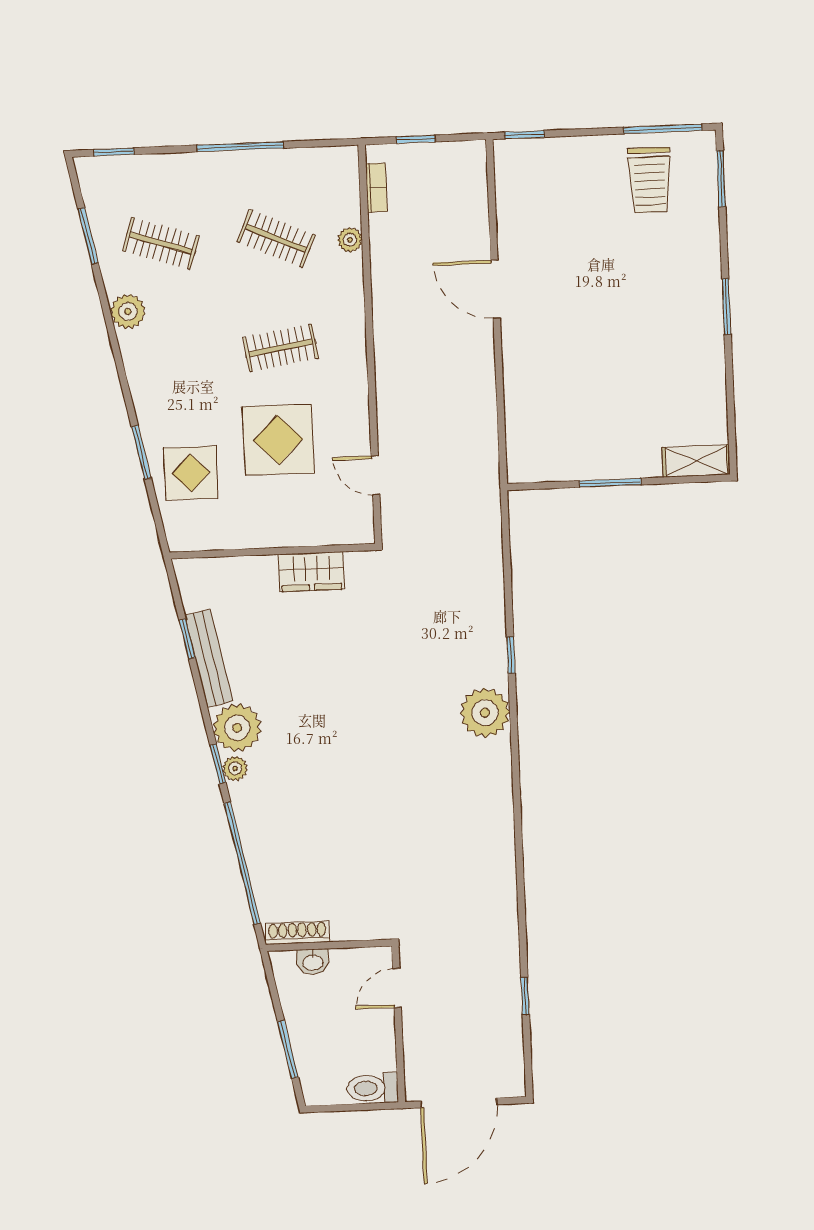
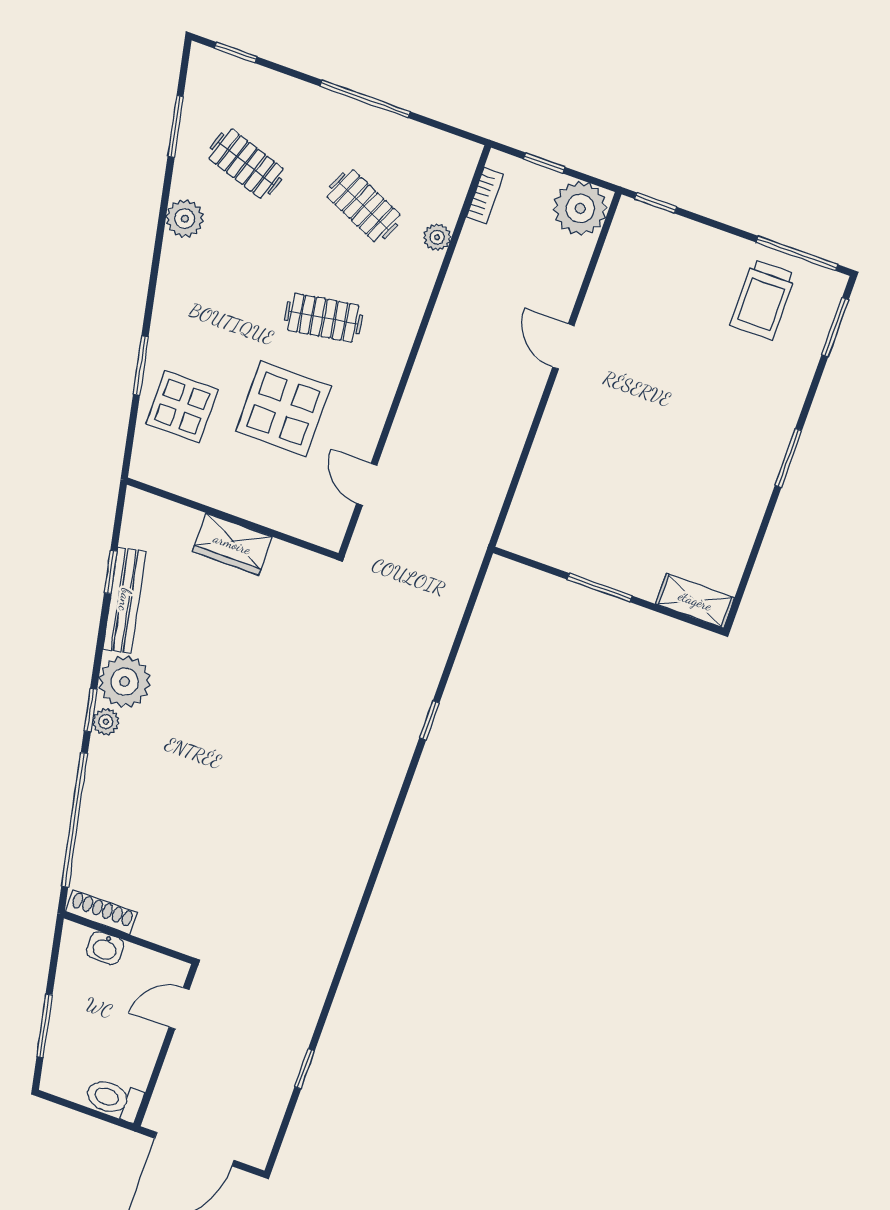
door: (496, 289) -> (563, 346), width x0.73
wardrobe: (311, 572) -> (232, 544), moved
plant: (485, 713) -> (580, 208), moved

